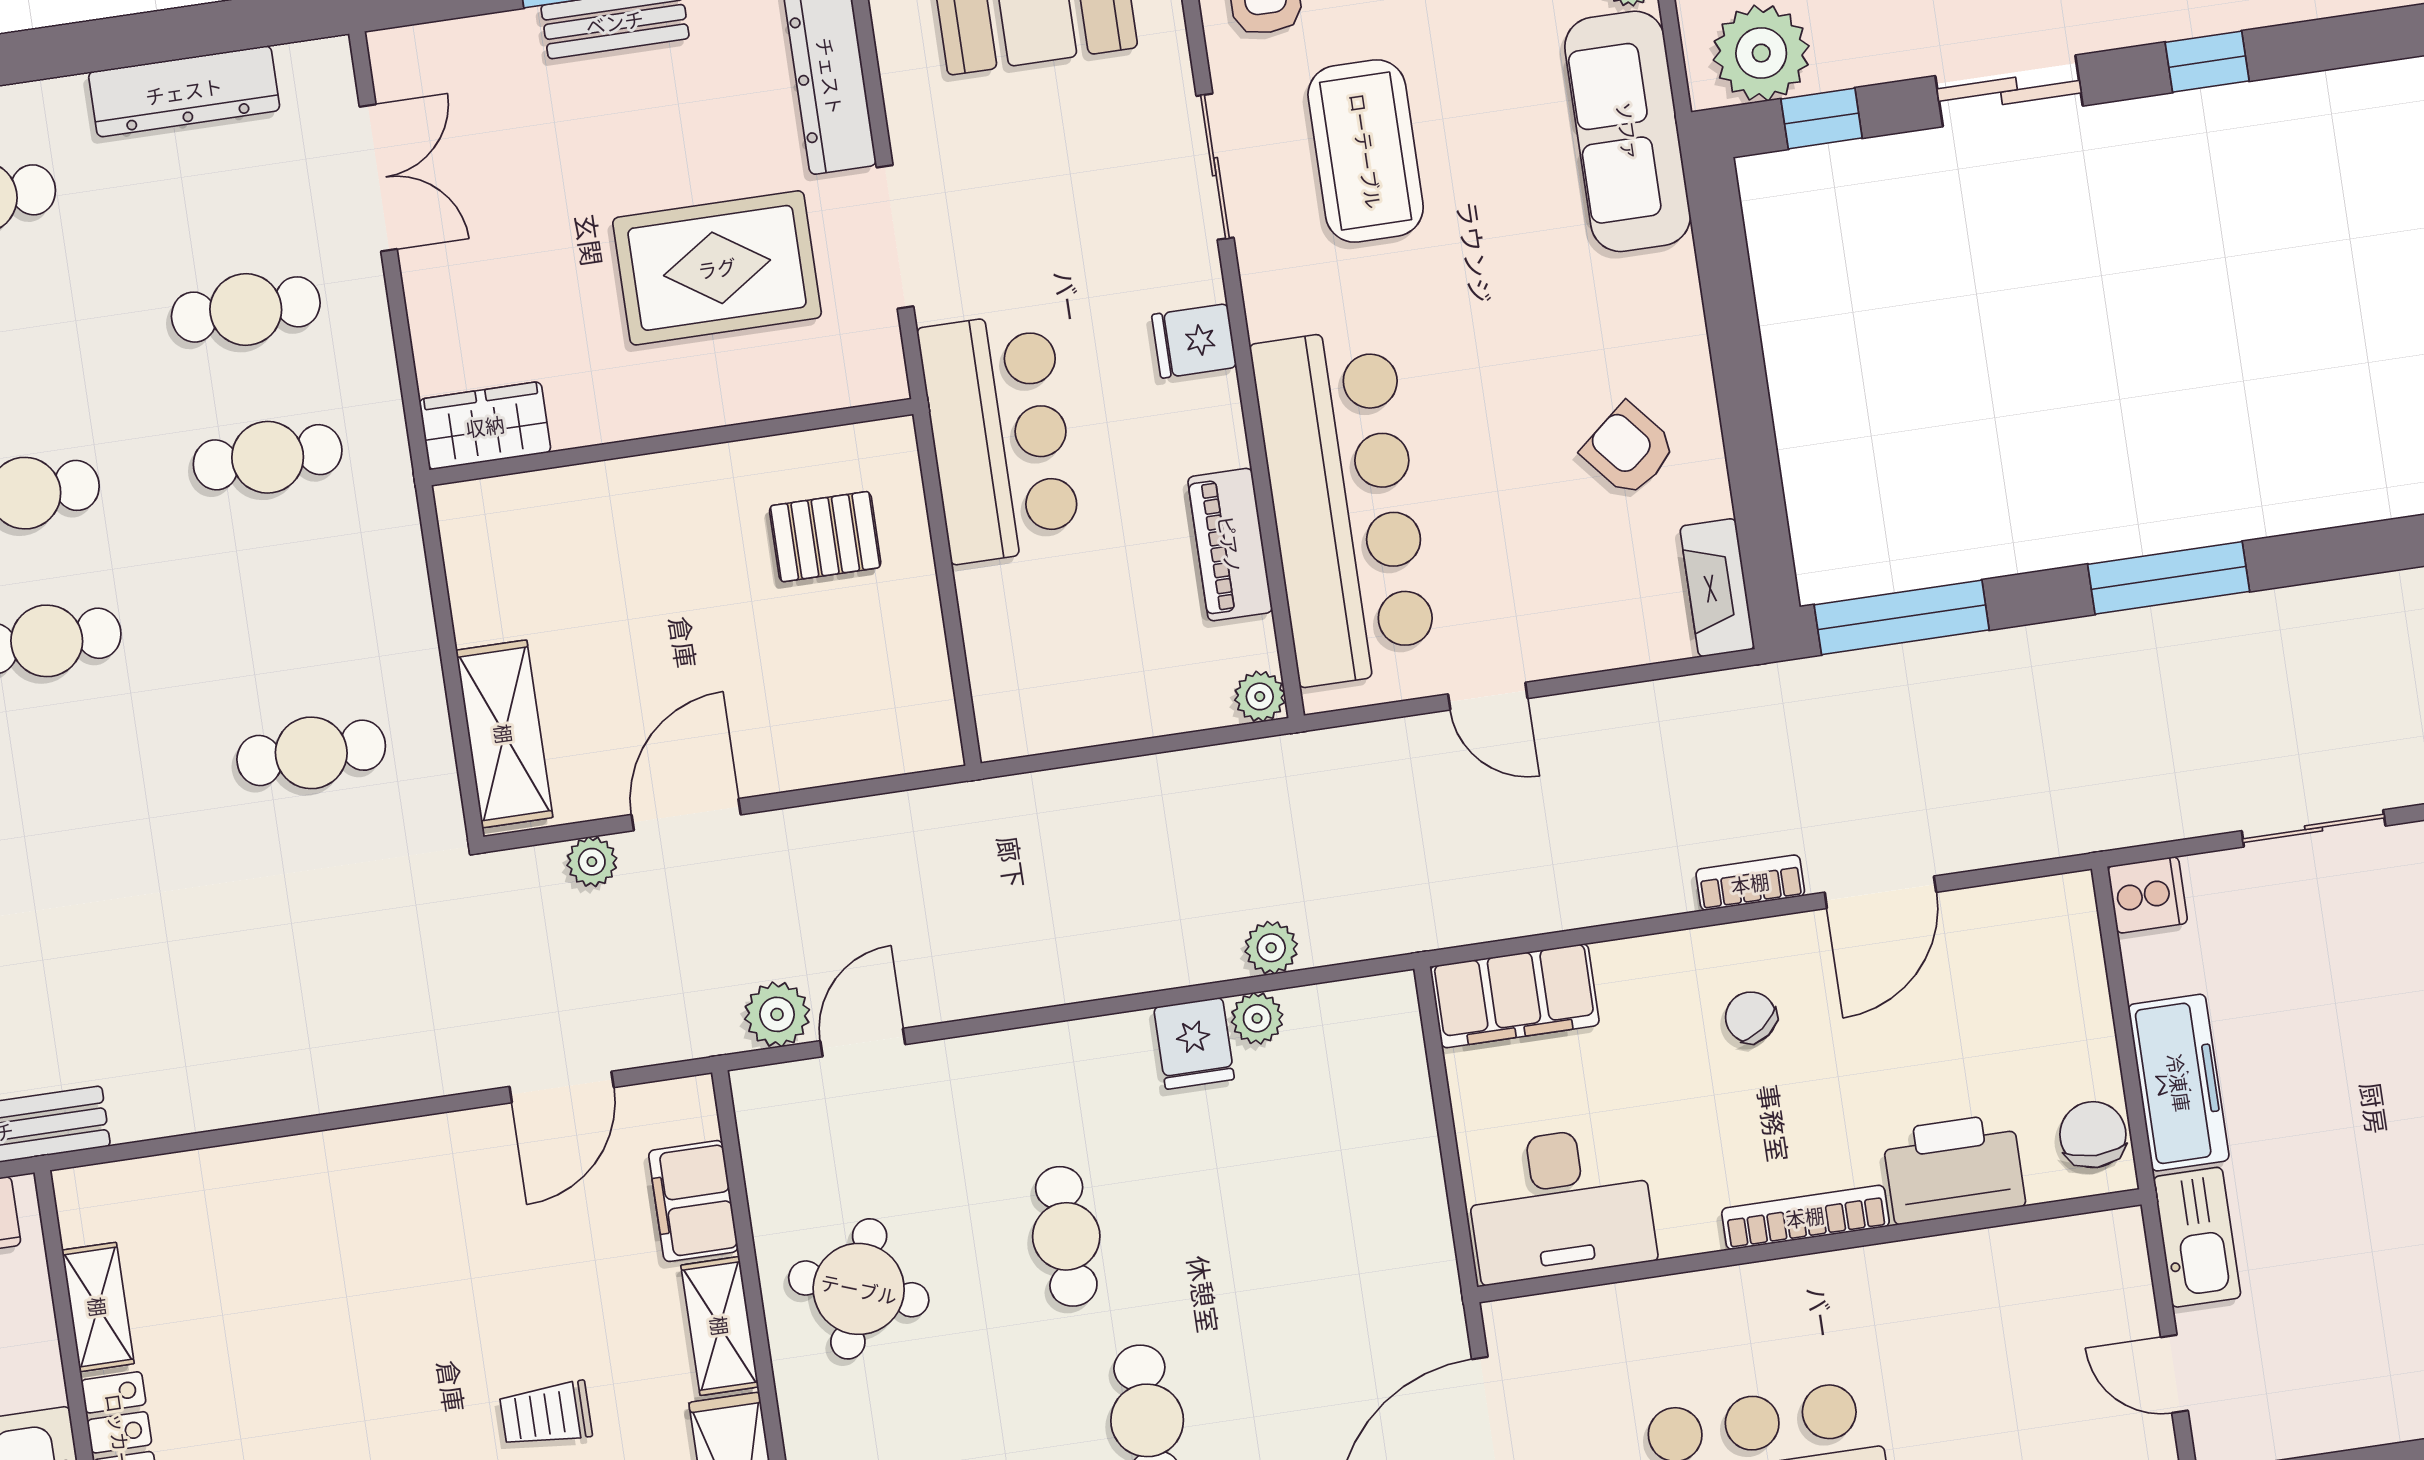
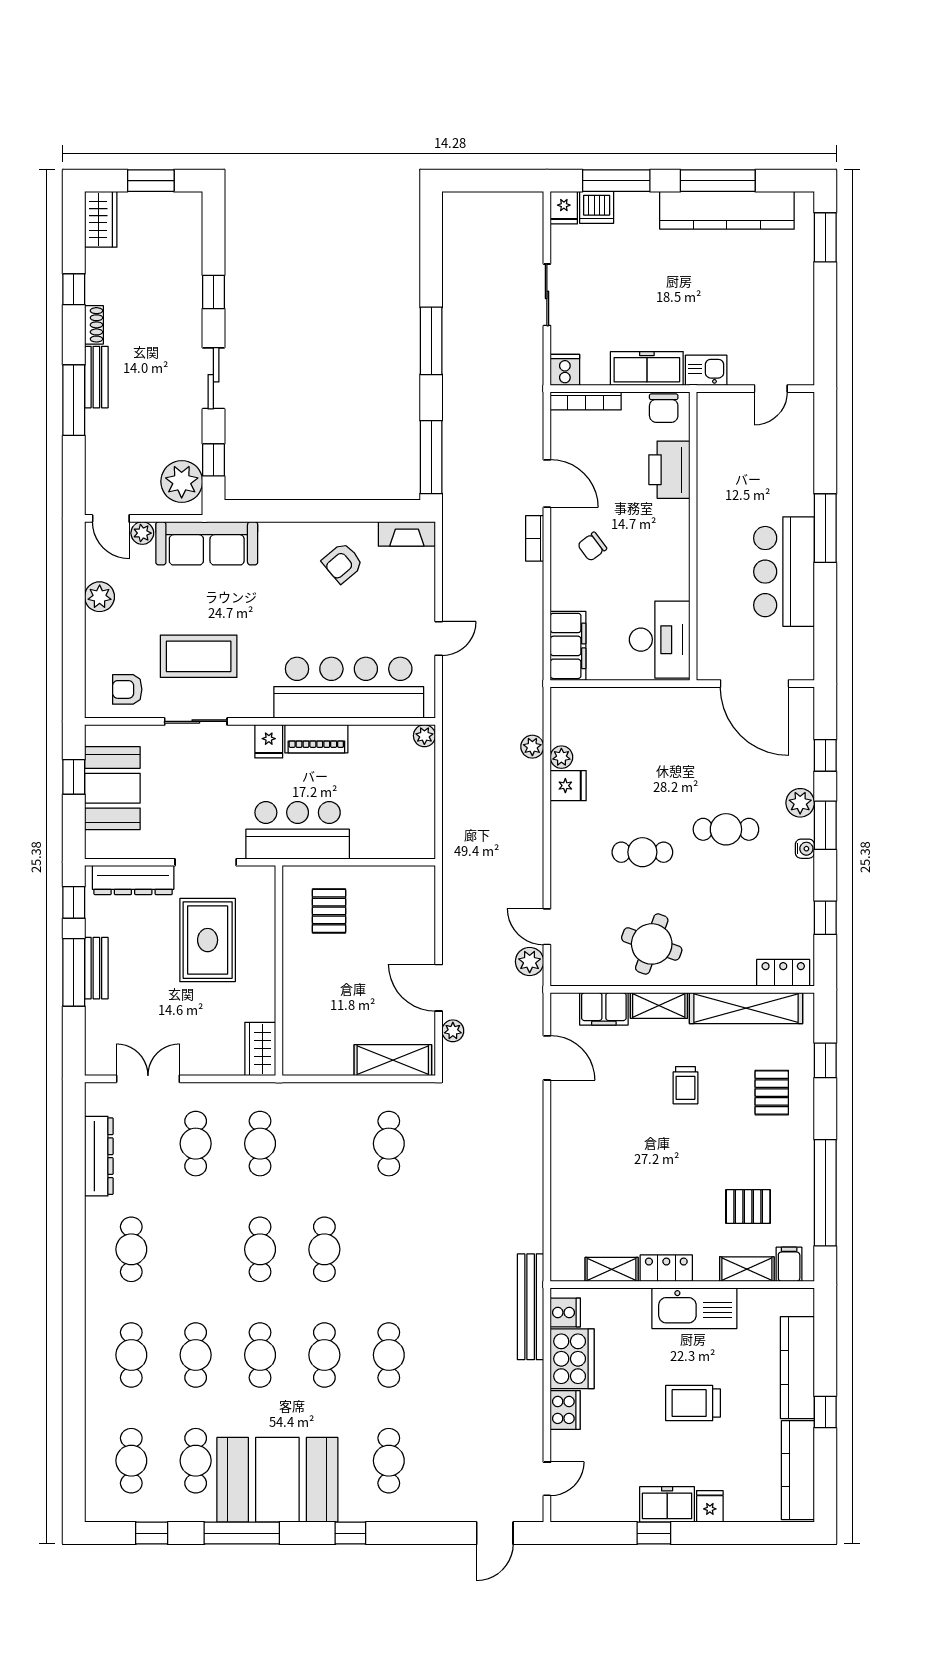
piano: (1230, 545) -> (316, 739), moved
chair: (2093, 1135) -> (664, 408), turned -90
bookcase: (1805, 1217) -> (586, 401), moved, turned -90
kitchen sink: (2197, 1237) -> (706, 370), width x0.73

